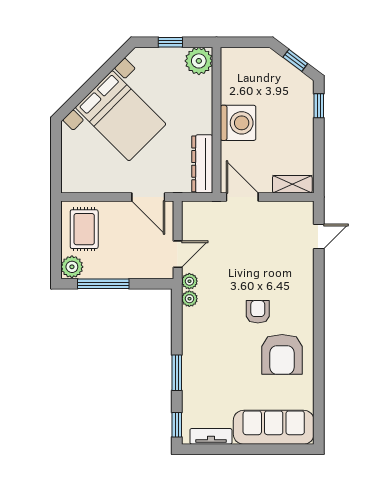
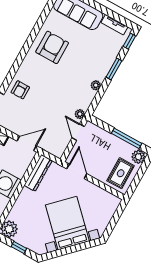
door: (242, 197) -> (27, 143), swing flipped
door: (178, 254) -> (78, 132), hinge flipped
plant: (189, 299) -> (96, 85), moved
armchair: (258, 312) -> (20, 90), moved

